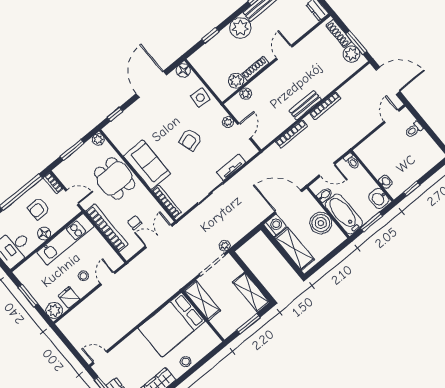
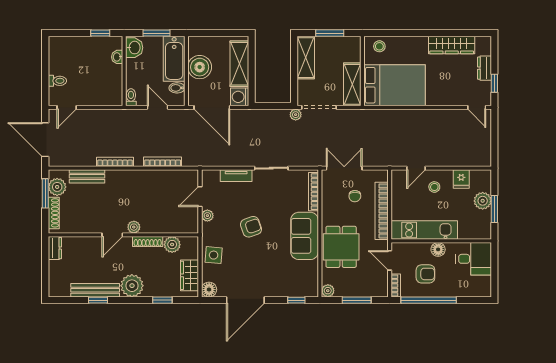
wardrobe: (205, 69) -> (190, 275), added
plant: (246, 94) -> (134, 227), moved
bench: (305, 105) -> (87, 176), moved
double door: (159, 236) -> (344, 168), swing flipped
plant: (54, 310) -> (483, 201), moved
stool: (186, 362) -> (379, 46), moved

